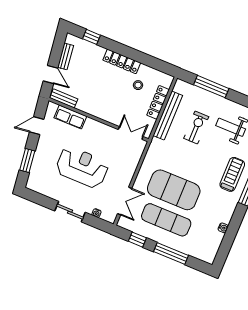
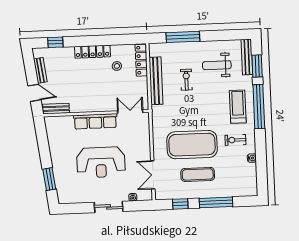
locker: (158, 102) -> (141, 60), moved
row of seats: (70, 117) -> (95, 121), moved, width x1.48
door: (37, 126) -> (43, 144), removed
exercise bike: (196, 128) -> (186, 80), width x0.73, depth x0.72
reception desk: (82, 167) -> (101, 162), turned 180
double door: (125, 201) -> (153, 175), swing flipped
exercise bike: (216, 204) -> (235, 140), added
exercise mat: (166, 220) -> (198, 174), width x0.73, depth x0.69

